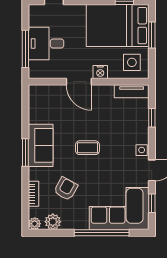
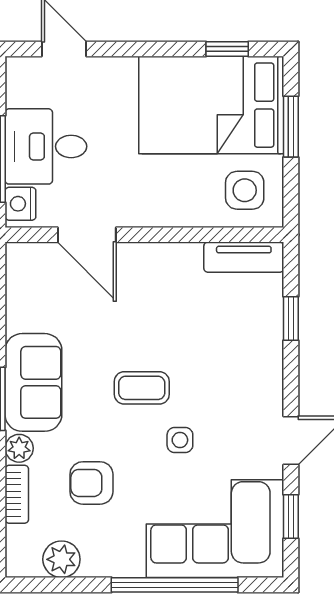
nightstand: (100, 72) -> (20, 204), moved, turned 90
door: (79, 82) -> (87, 235), moved
side table: (142, 150) -> (180, 440), moved
armchair: (66, 189) -> (91, 483), turned -119
plant: (35, 224) -> (19, 448), moved

